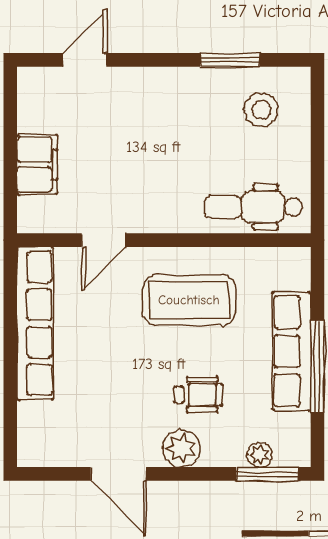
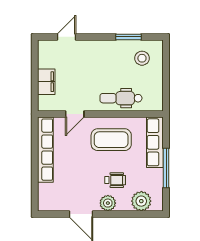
dental chair: (253, 207) -> (121, 98), moved
row of seats: (292, 351) -> (155, 142), moved
plant: (260, 455) -> (141, 201), width x1.87, depth x1.87
window: (268, 474) -> (145, 214), removed

